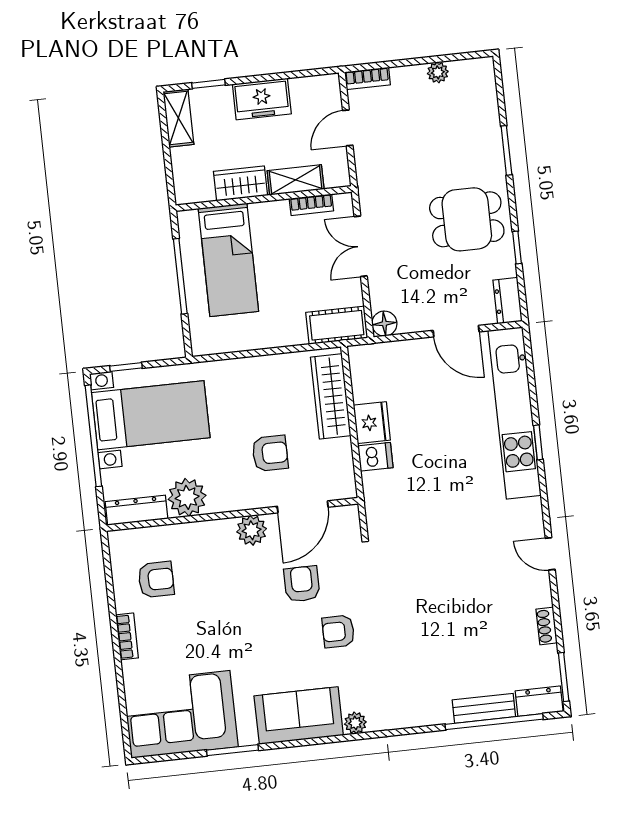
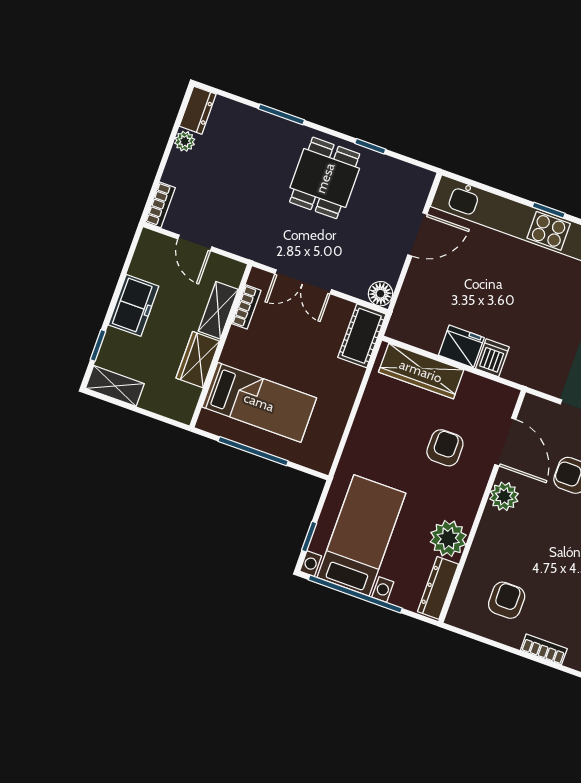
dresser: (508, 301) -> (198, 110), moved, turned -90

